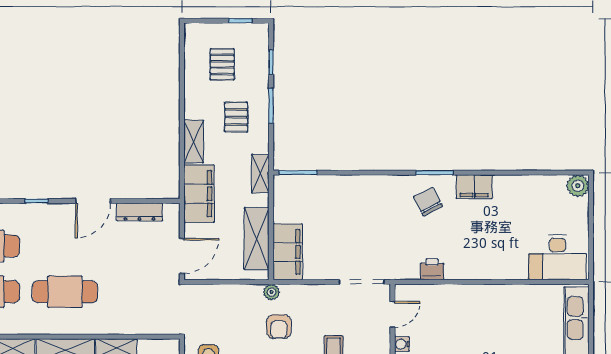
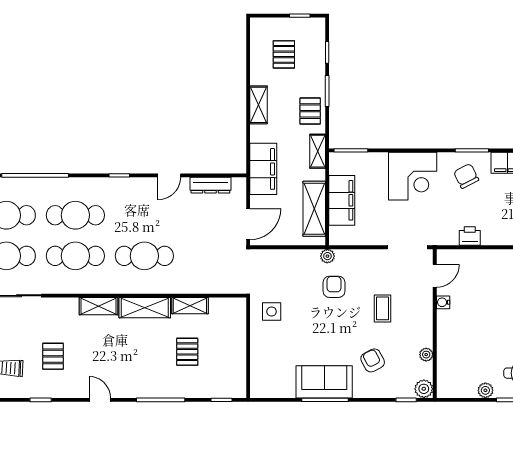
pallet: (236, 117) -> (310, 111), moved
shelving: (194, 141) -> (258, 105), moved
door: (93, 201) -> (169, 175), width x0.73
corner desk: (368, 202) -> (413, 176), added
filing cabinet: (288, 252) -> (342, 200), moved
armchair: (279, 327) -> (334, 287), turned 180

